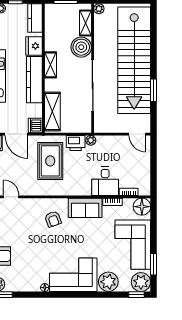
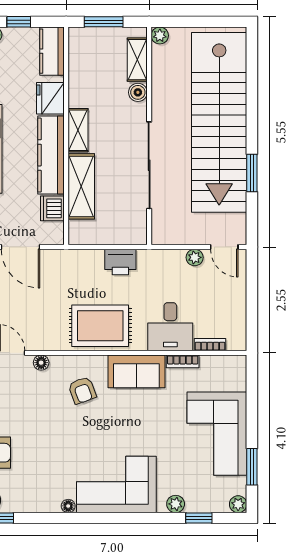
boiler: (81, 47) -> (138, 92), width x0.54, depth x0.54
shelving: (52, 111) -> (81, 186), moved
dishwasher: (35, 125) -> (52, 208), moved
plant: (91, 140) -> (195, 257), moved
rug: (50, 161) -> (100, 326), moved, turned 90
floor lamp: (142, 207) -> (41, 363), moved, width x0.53, depth x0.53
plant: (108, 282) -> (176, 504), width x0.53, depth x0.53
plant: (141, 282) -> (238, 504), width x0.53, depth x0.53
window: (136, 295) -> (199, 518), moved

